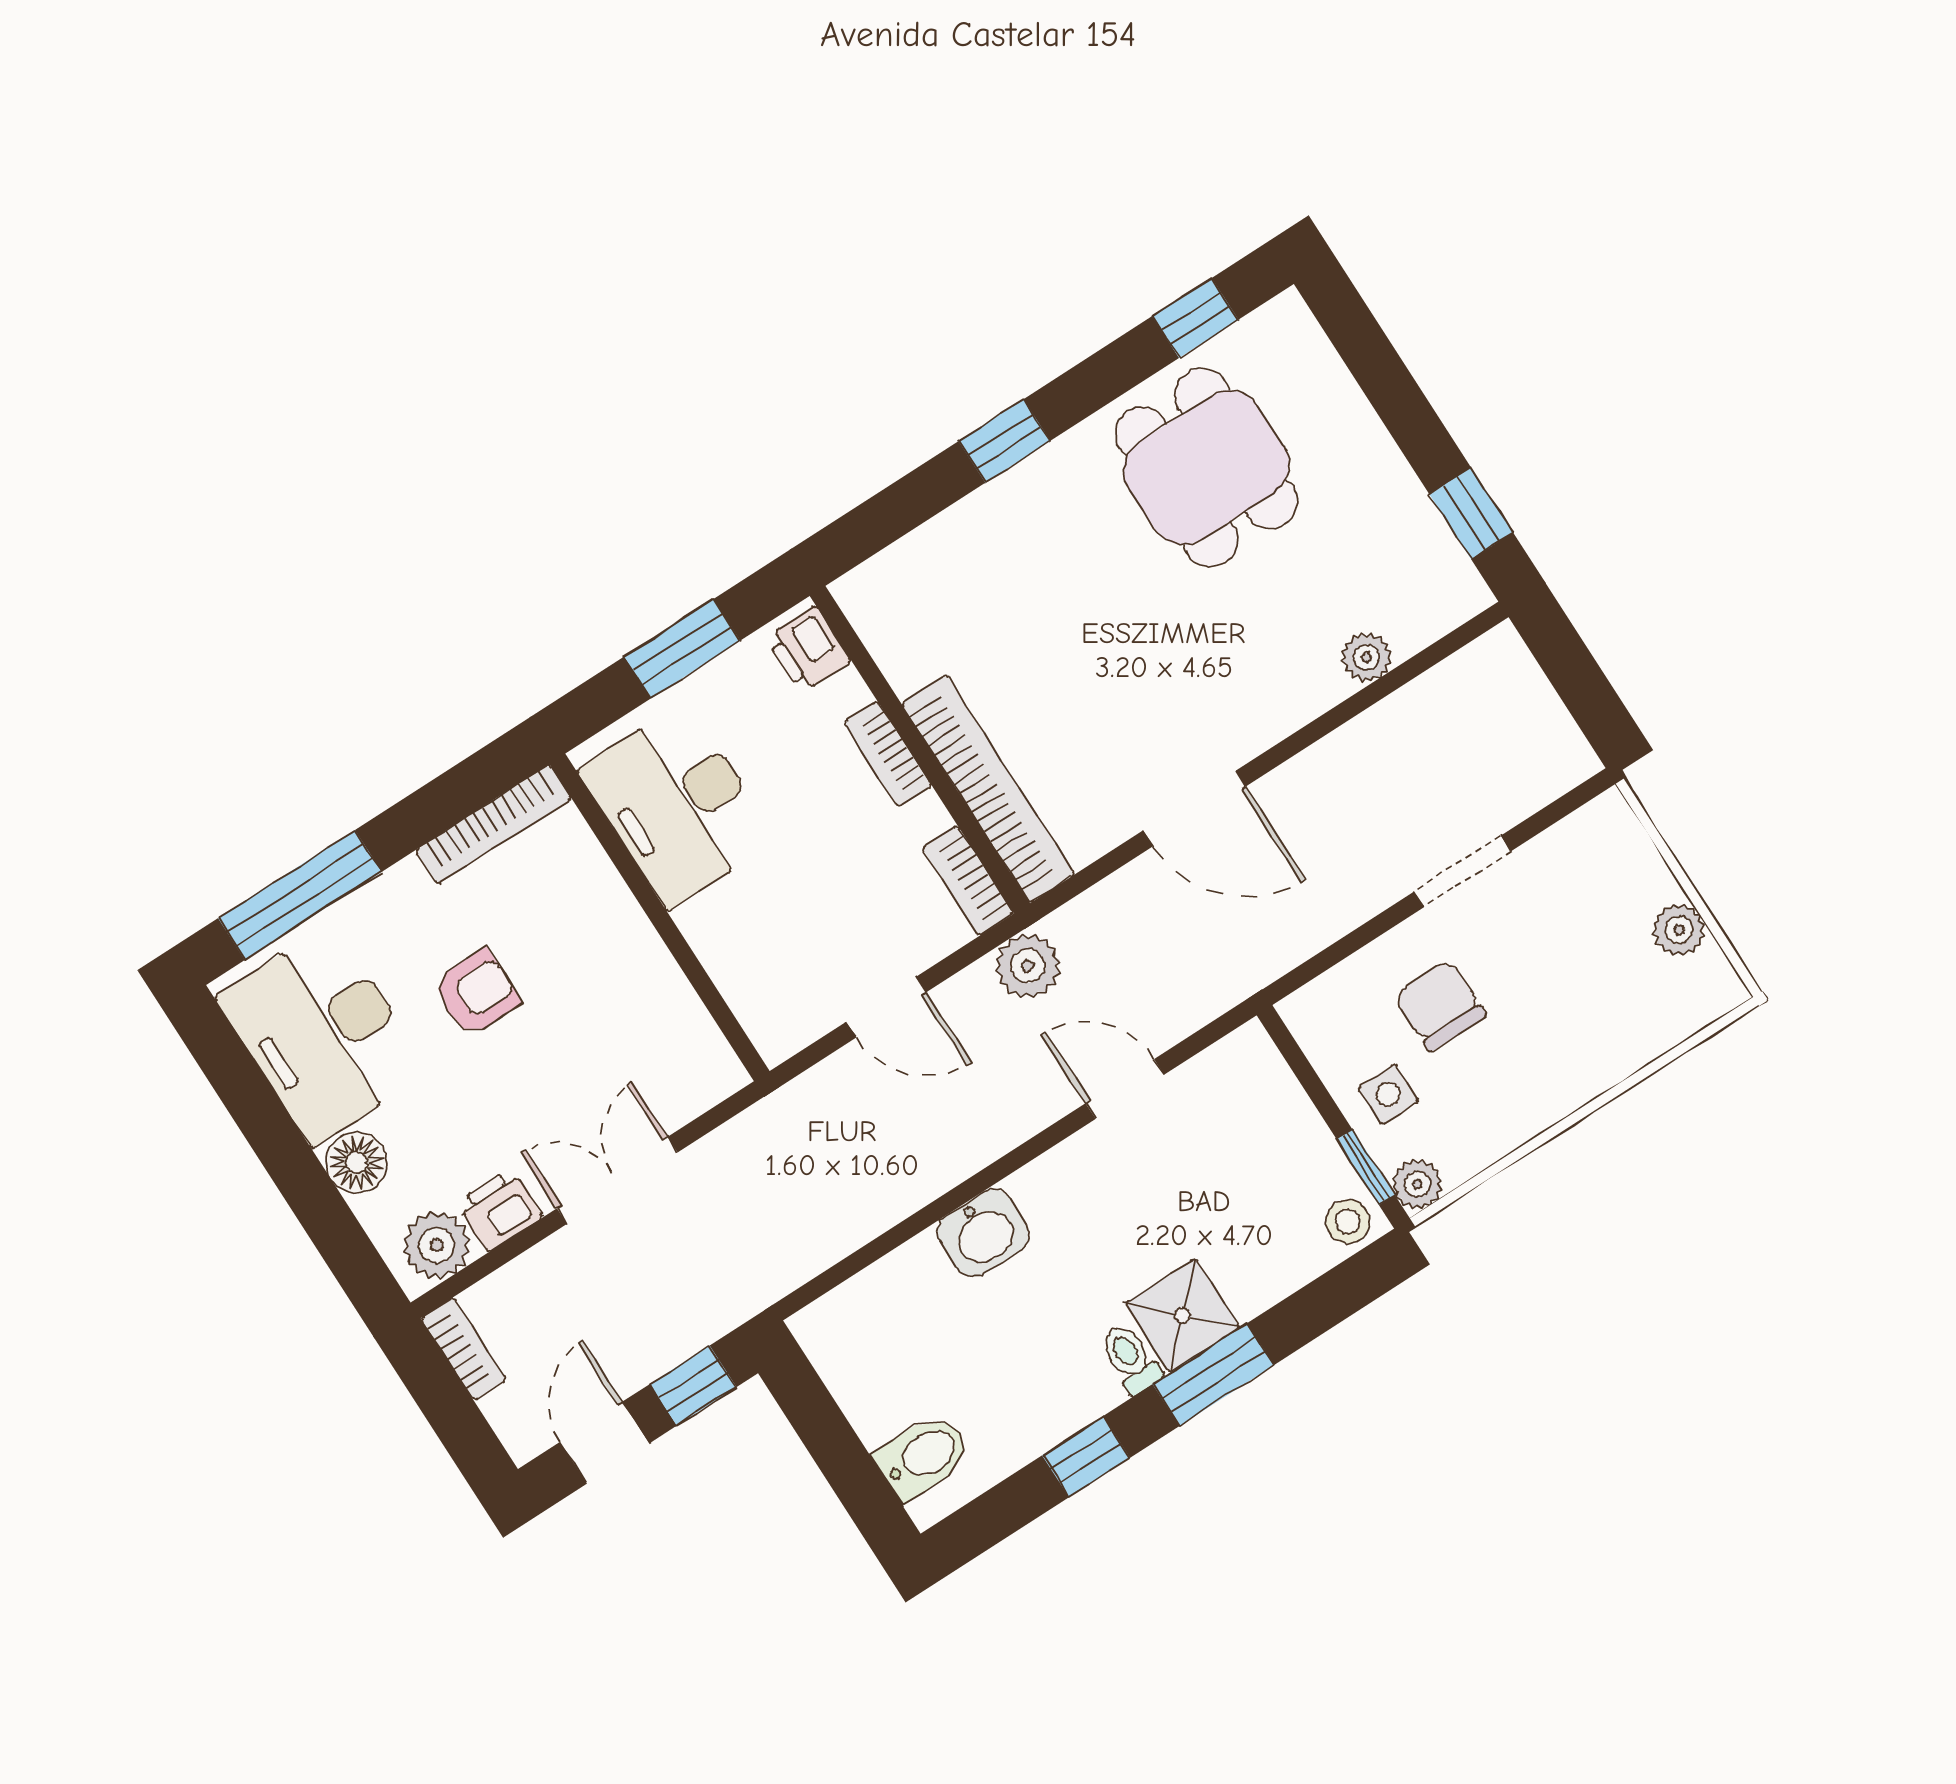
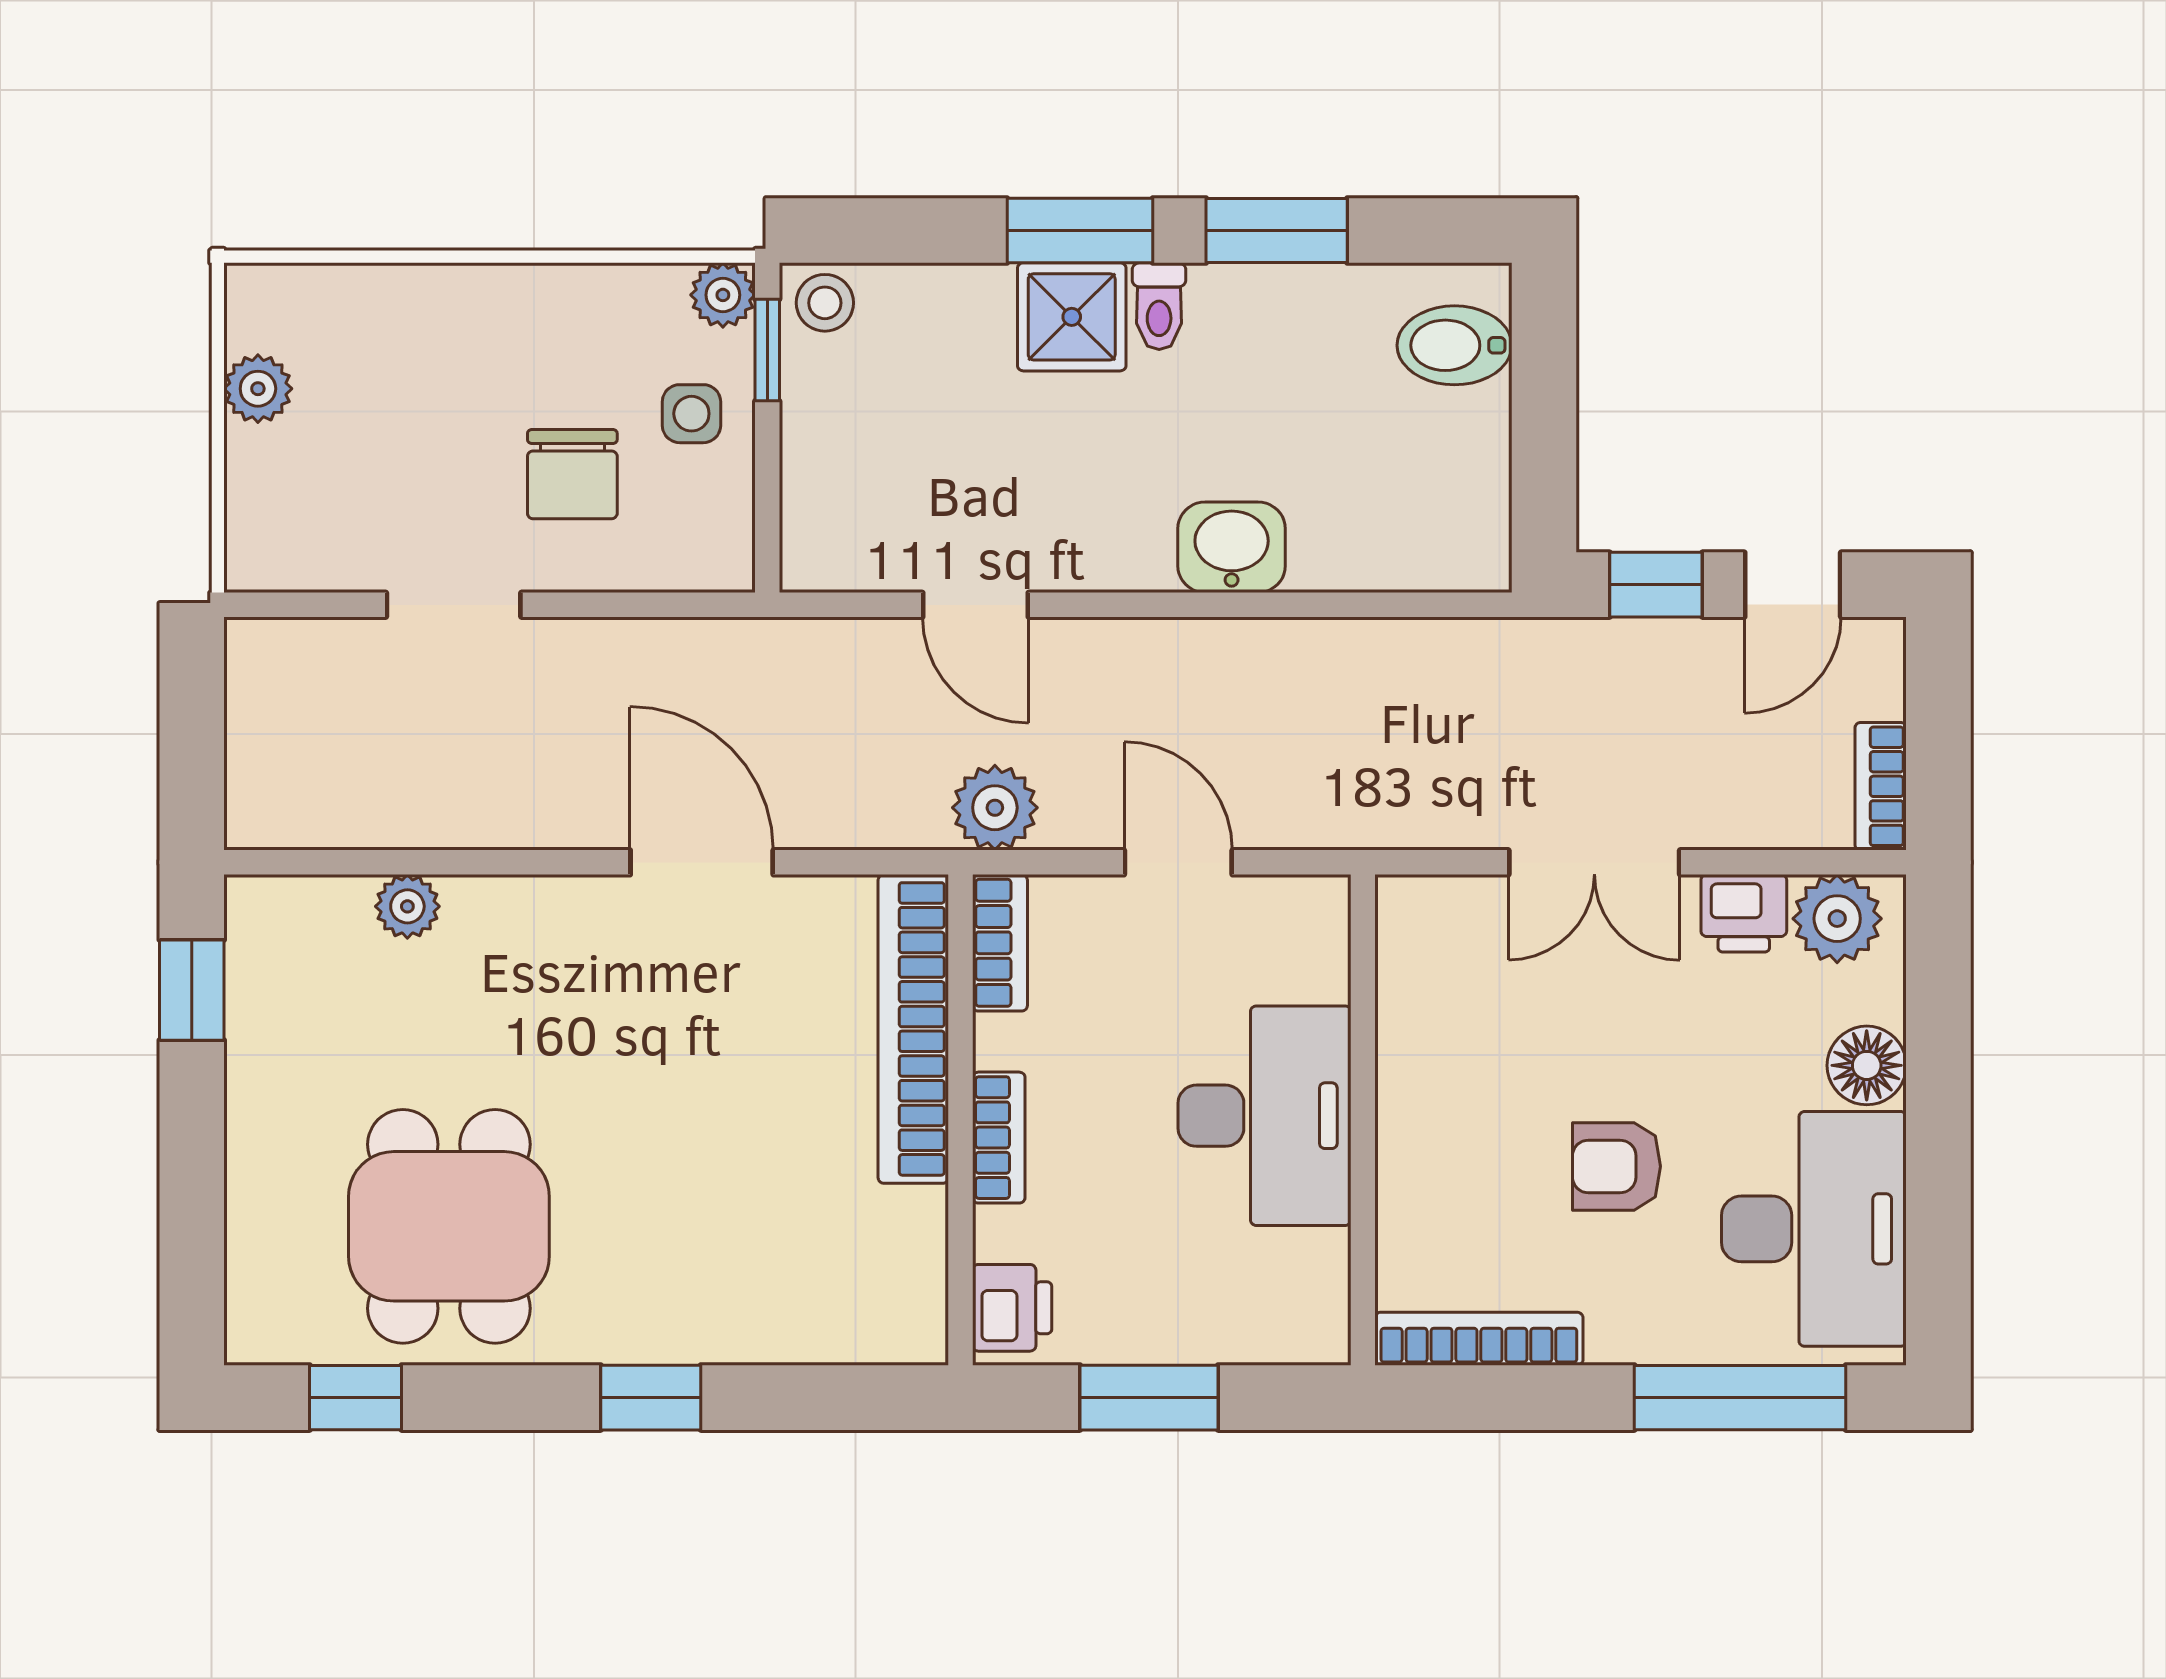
desk: (677, 805) -> (1264, 1116), moved
window: (1086, 1457) -> (1277, 230), width x1.50

